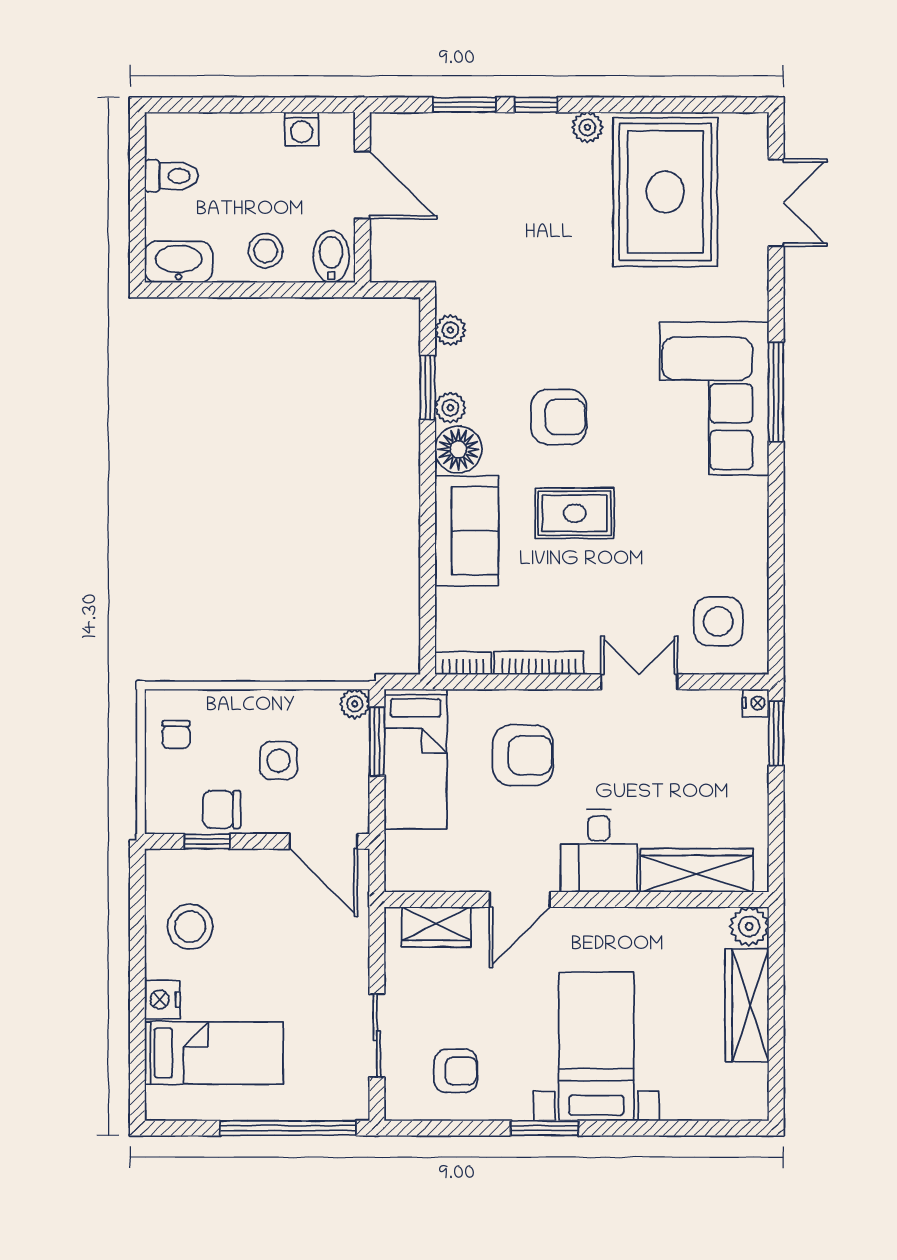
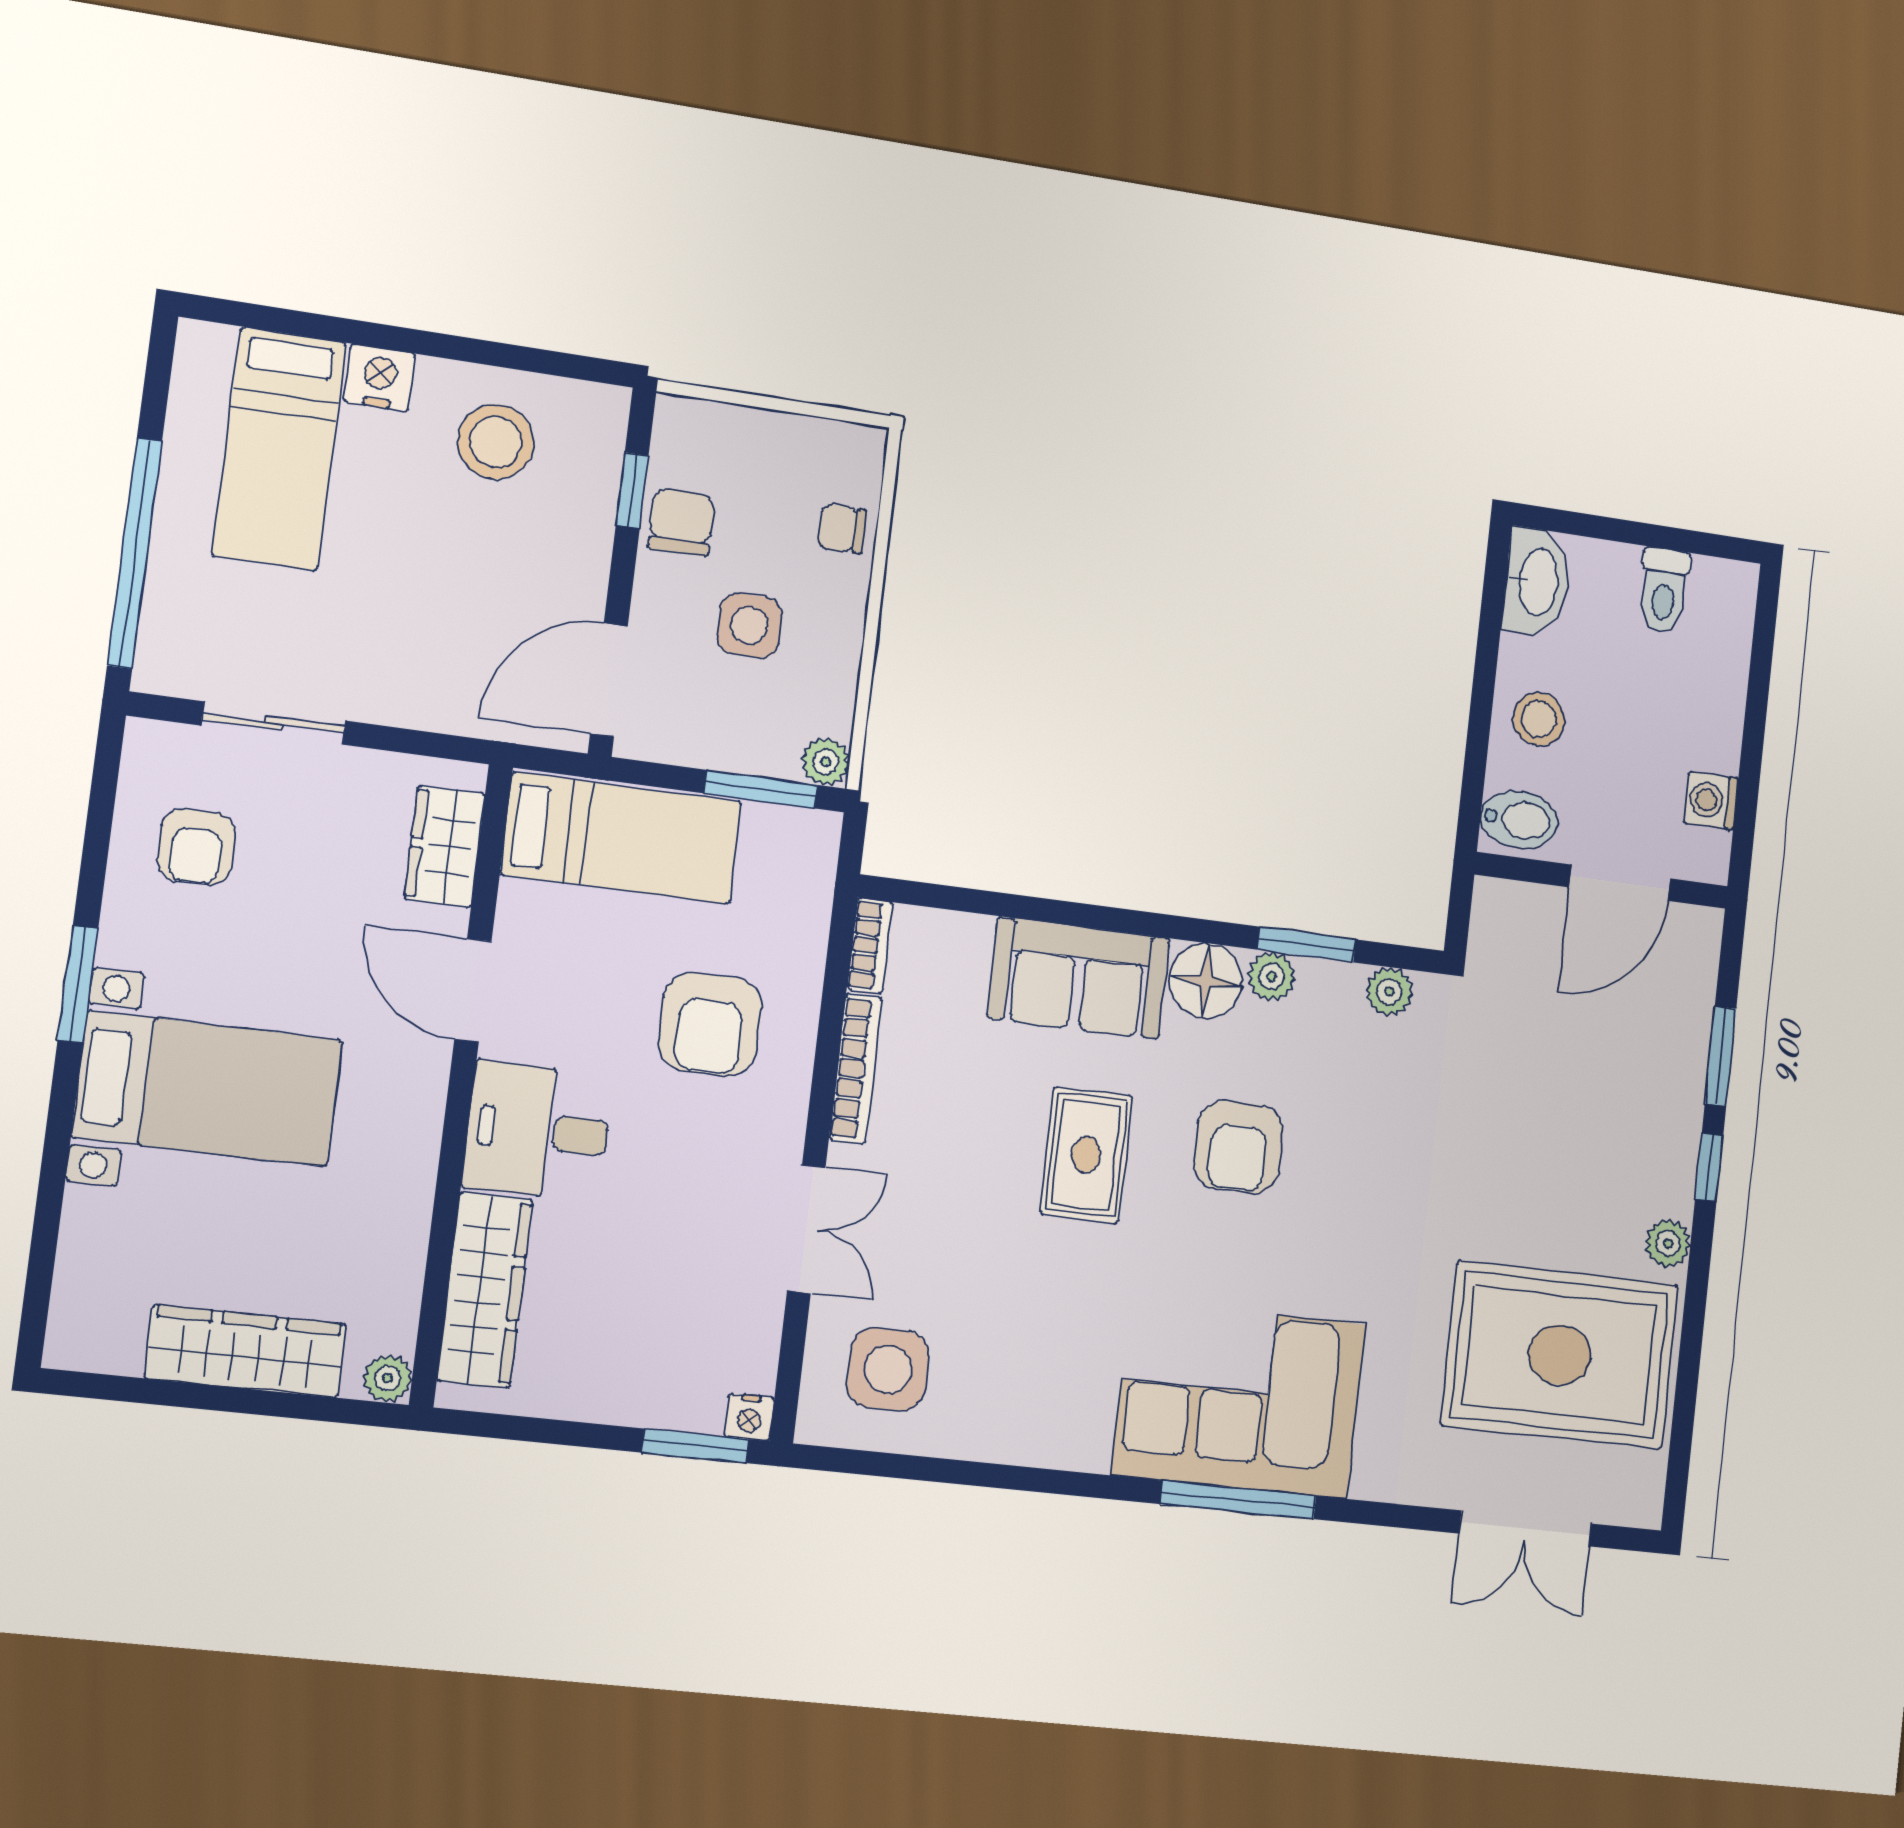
chair: (176, 735) -> (842, 529), moved
bed: (416, 759) -> (621, 838), moved, turned 180
plant: (749, 926) -> (388, 1378), width x0.73, depth x0.73

